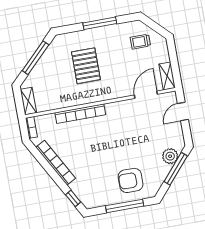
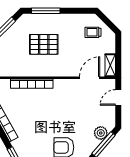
window: (100, 23) -> (46, 11), moved
pallet: (86, 66) -> (44, 44), turned 90

